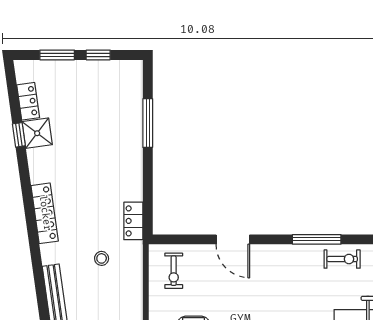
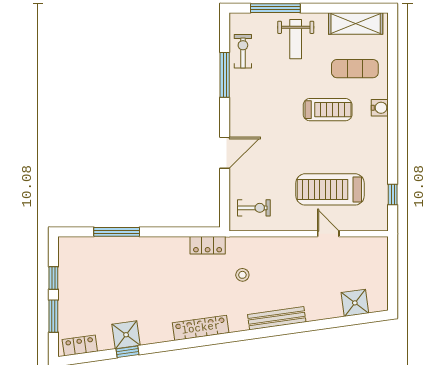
locker: (28, 101) -> (80, 345), moved

